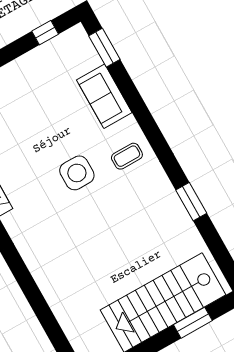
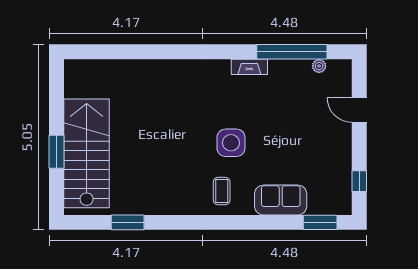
window: (191, 202) -> (128, 222), moved
window: (193, 323) -> (57, 152), moved

